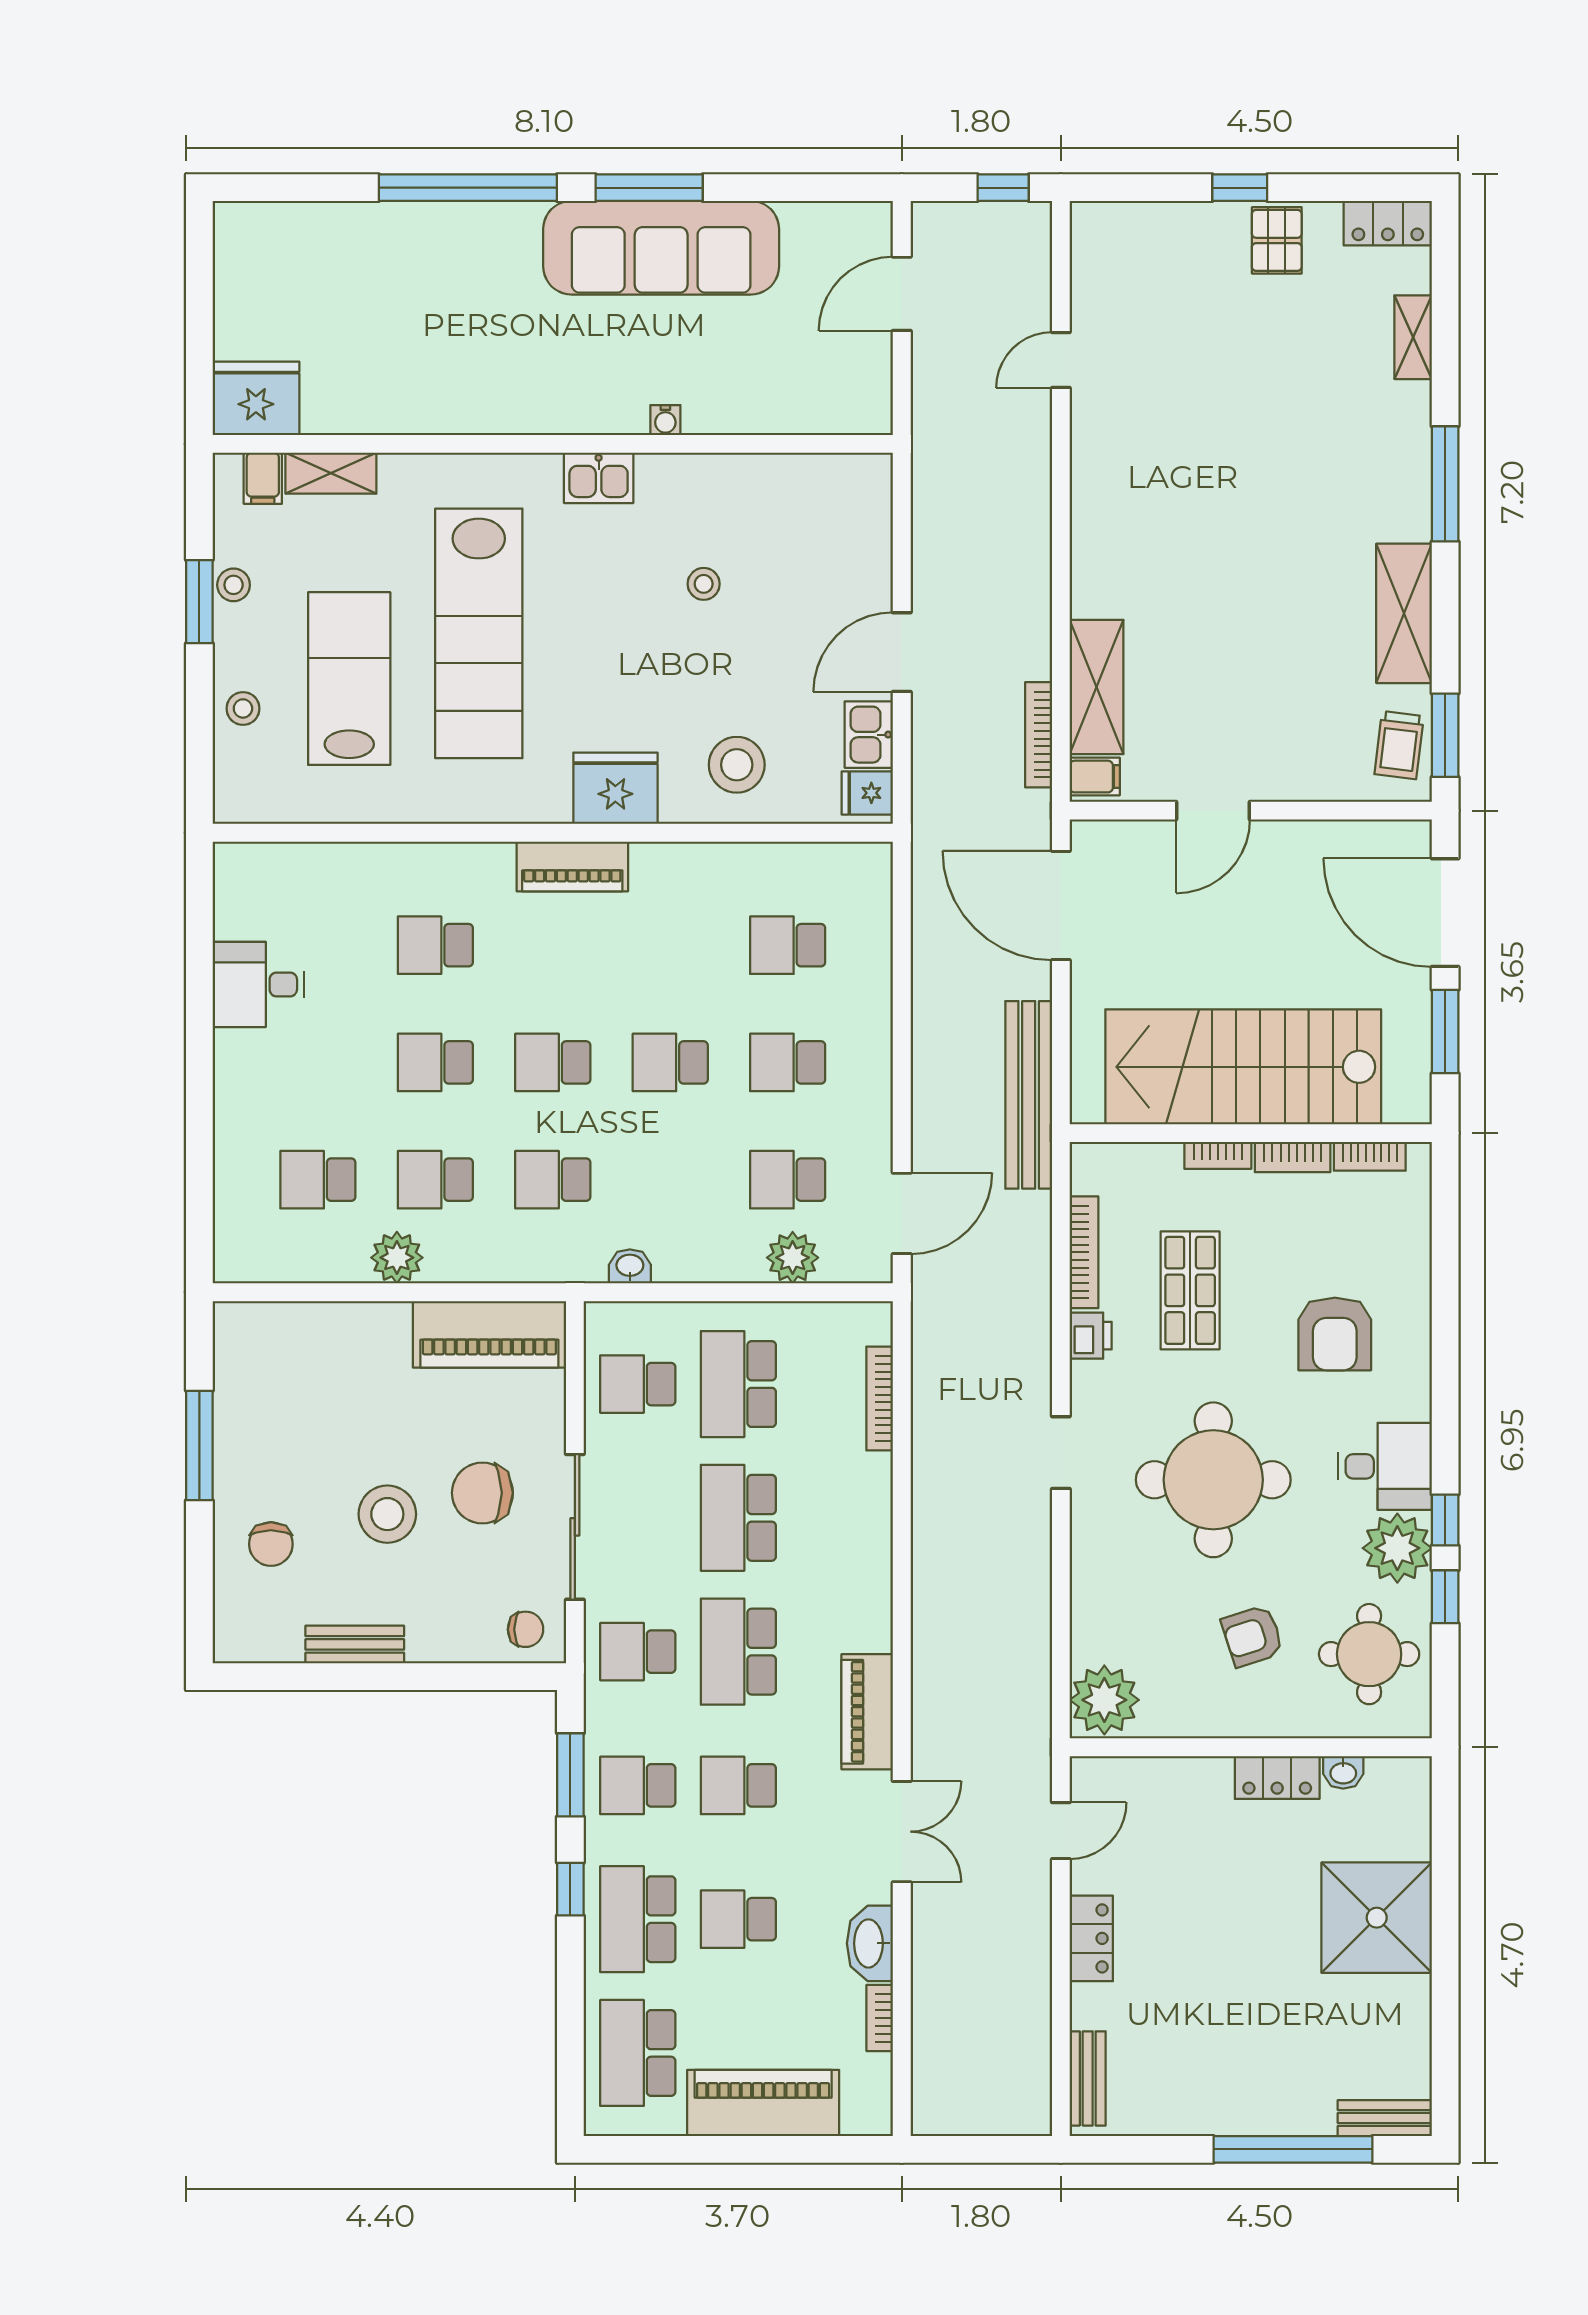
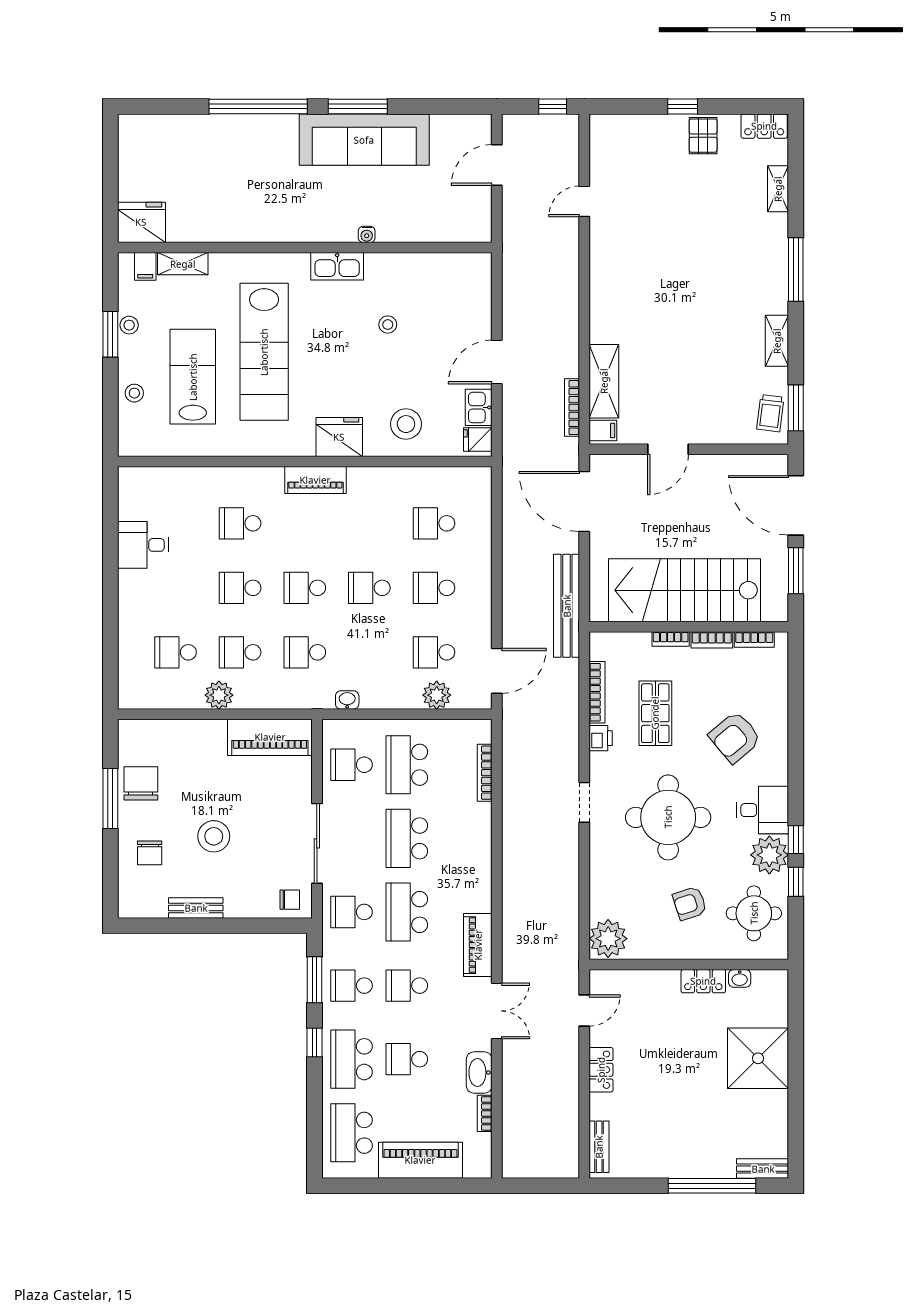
kitchen sink: (599, 478) -> (337, 266), width x1.38
shelving: (1404, 613) -> (777, 341), width x0.67, depth x0.75
armchair: (1335, 1334) -> (735, 737), turned 50
chair: (482, 1493) -> (141, 783), moved, turned 90

